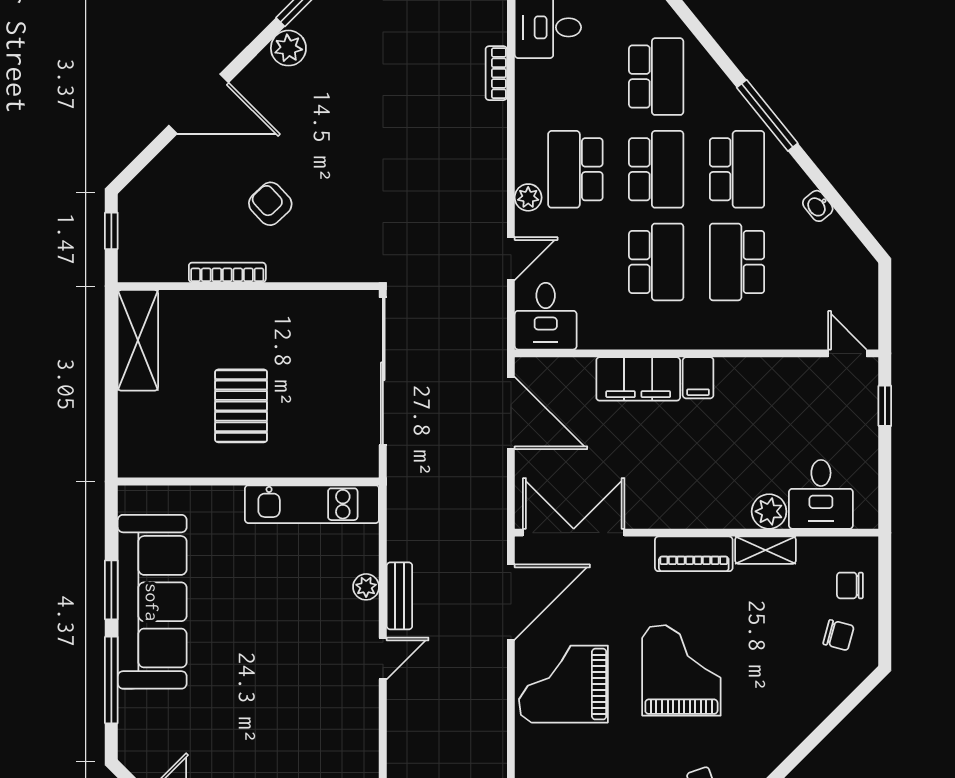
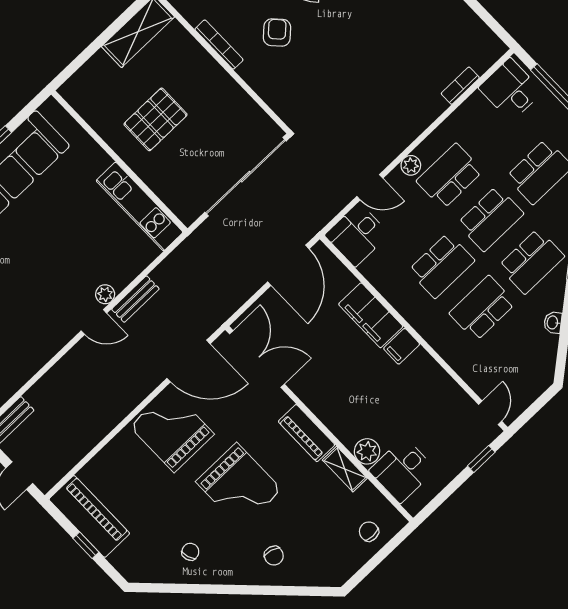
plant: (366, 587) -> (105, 294), moved
chair: (839, 635) -> (274, 556), moved
grand piano: (681, 670) -> (239, 486), turned 90

